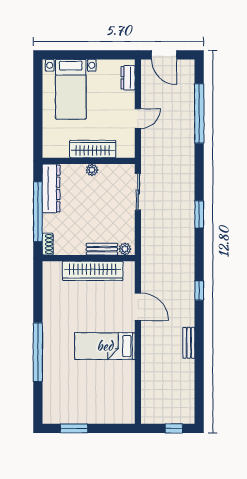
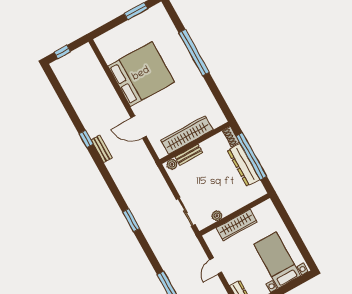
plant: (92, 170) -> (217, 216), moved
dresser: (51, 188) -> (243, 165), moved
window: (199, 291) -> (86, 139), moved
bench: (189, 343) -> (102, 149), moved
bed: (105, 346) -> (141, 74), width x2.04

